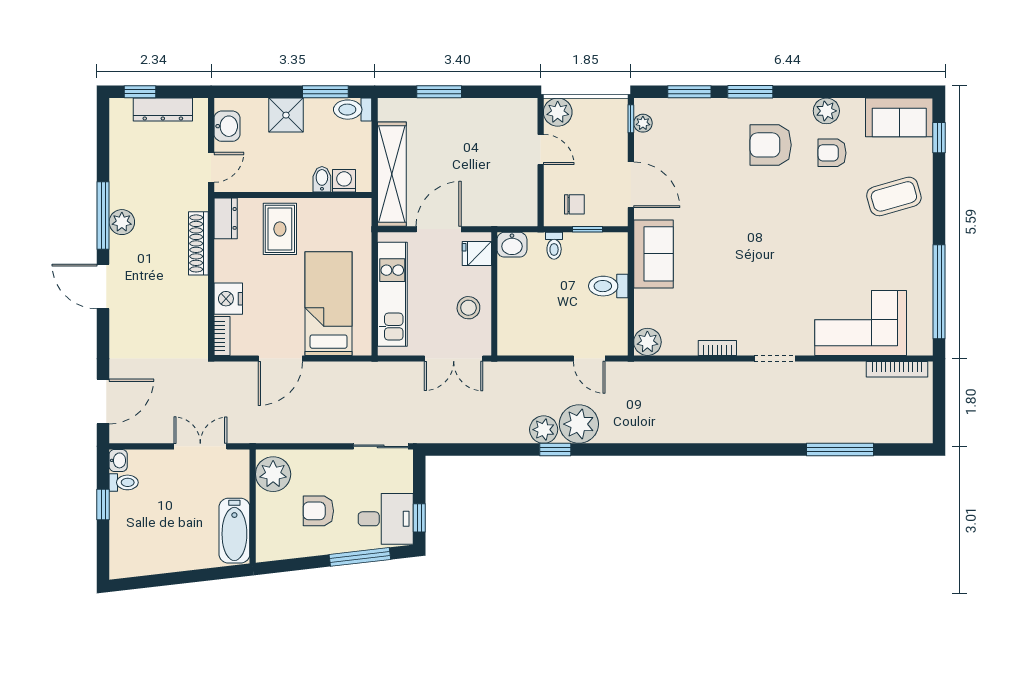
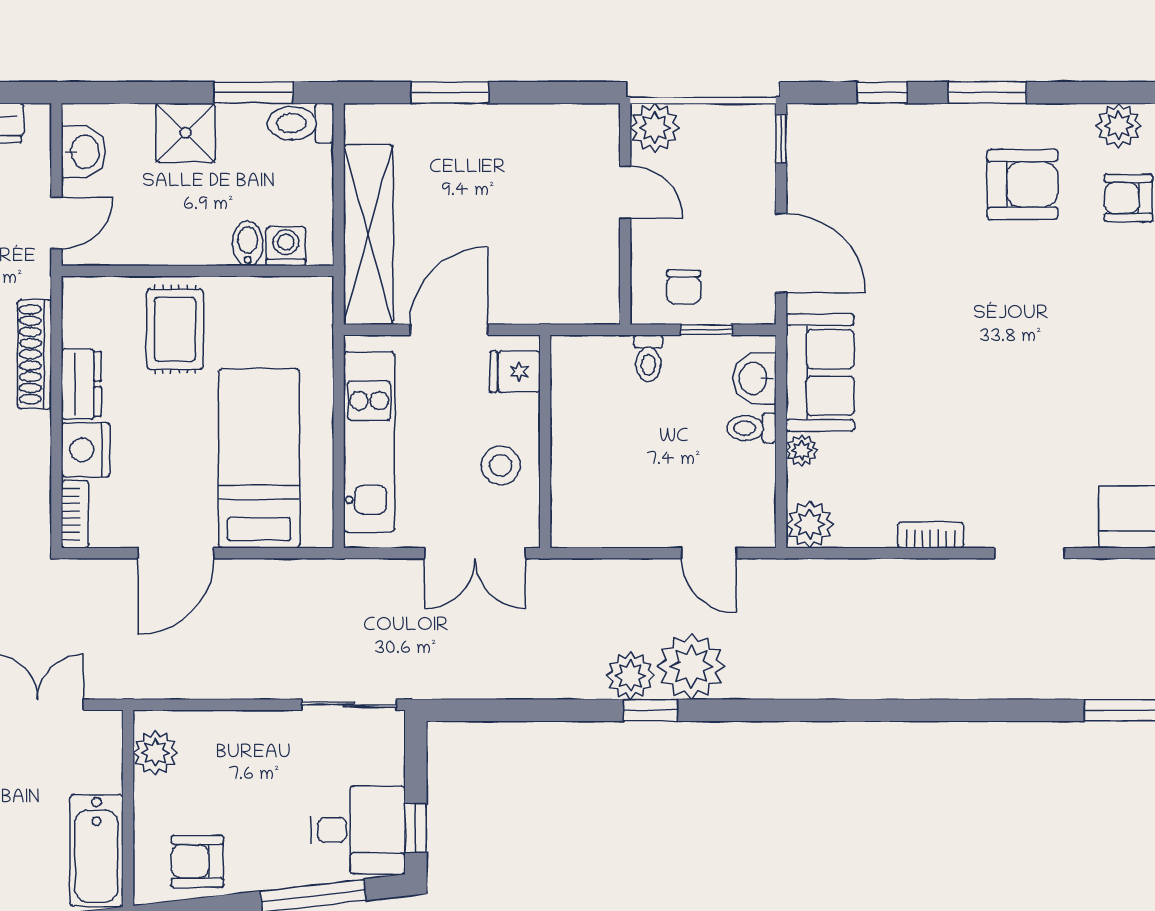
window: (689, 92) -> (882, 93), width x0.67
plant: (643, 123) -> (802, 450), moved
armchair: (771, 145) -> (1022, 184), turned 180
chair: (574, 204) -> (684, 287), turned 90
dresser: (226, 218) -> (81, 384), moved
washbasin: (512, 245) -> (754, 378), moved, turned 90
toilet: (608, 286) -> (752, 428), width x0.73, depth x0.72
plant: (273, 474) -> (155, 753), width x0.73, depth x0.73
armchair: (318, 511) -> (197, 861), moved

